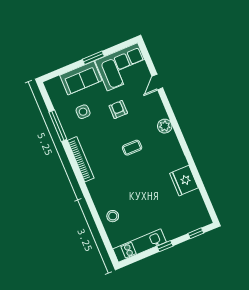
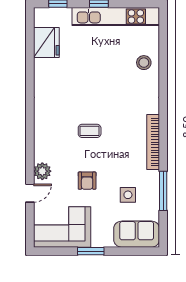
sofa: (81, 78) -> (137, 234), moved
plant: (165, 126) -> (42, 171), moved
fridge: (184, 181) -> (46, 42), moved
kitchen unit: (140, 246) -> (116, 17), width x1.36

